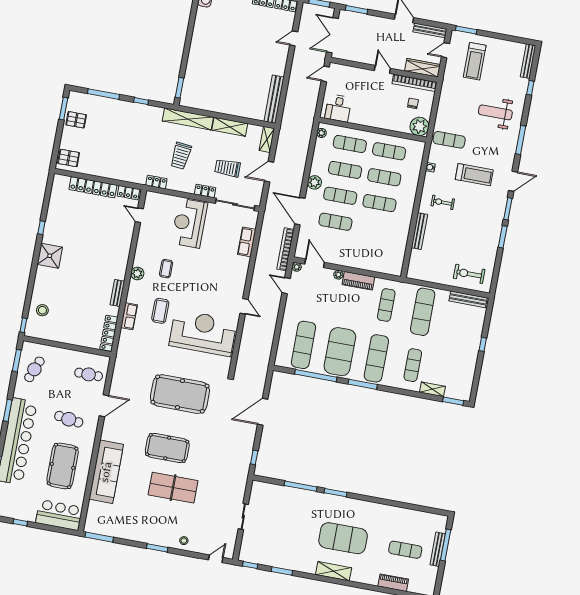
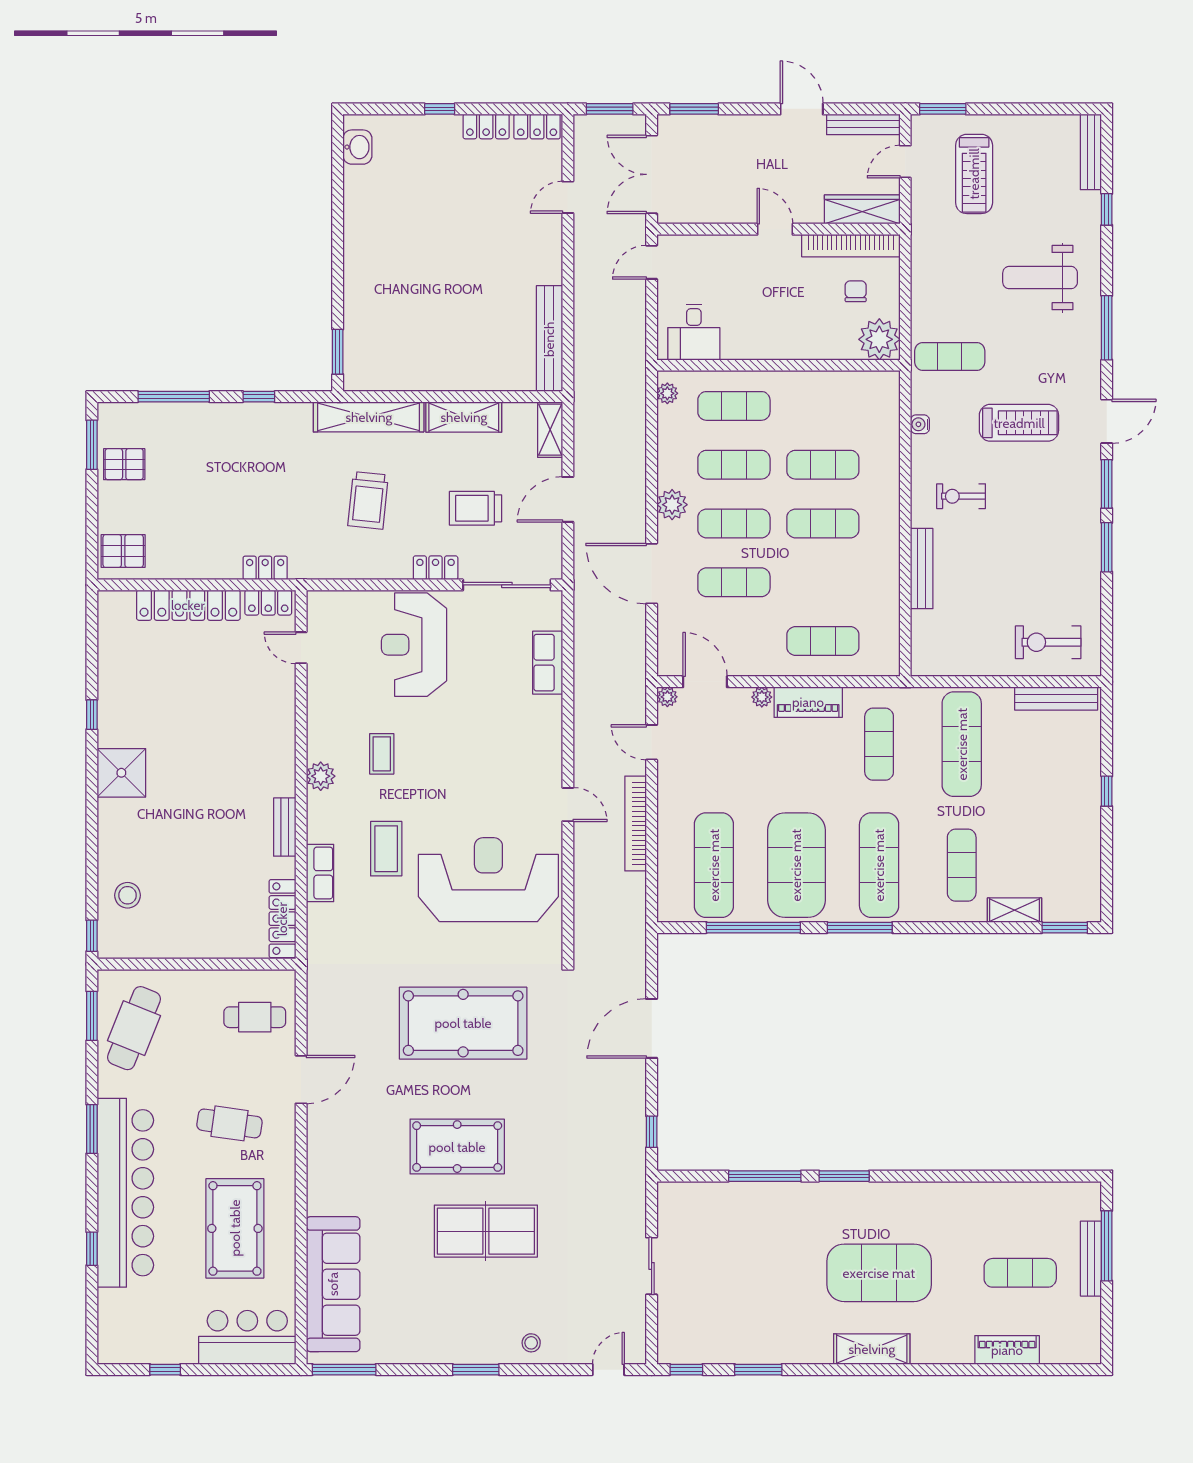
exercise mat: (389, 151) -> (823, 641), moved
locker: (156, 182) -> (265, 568), moved
bookcase: (285, 249) -> (636, 824), moved
cafe table: (34, 369) -> (134, 1028), width x1.37, depth x1.35
sofa: (106, 472) -> (333, 1284), moved

